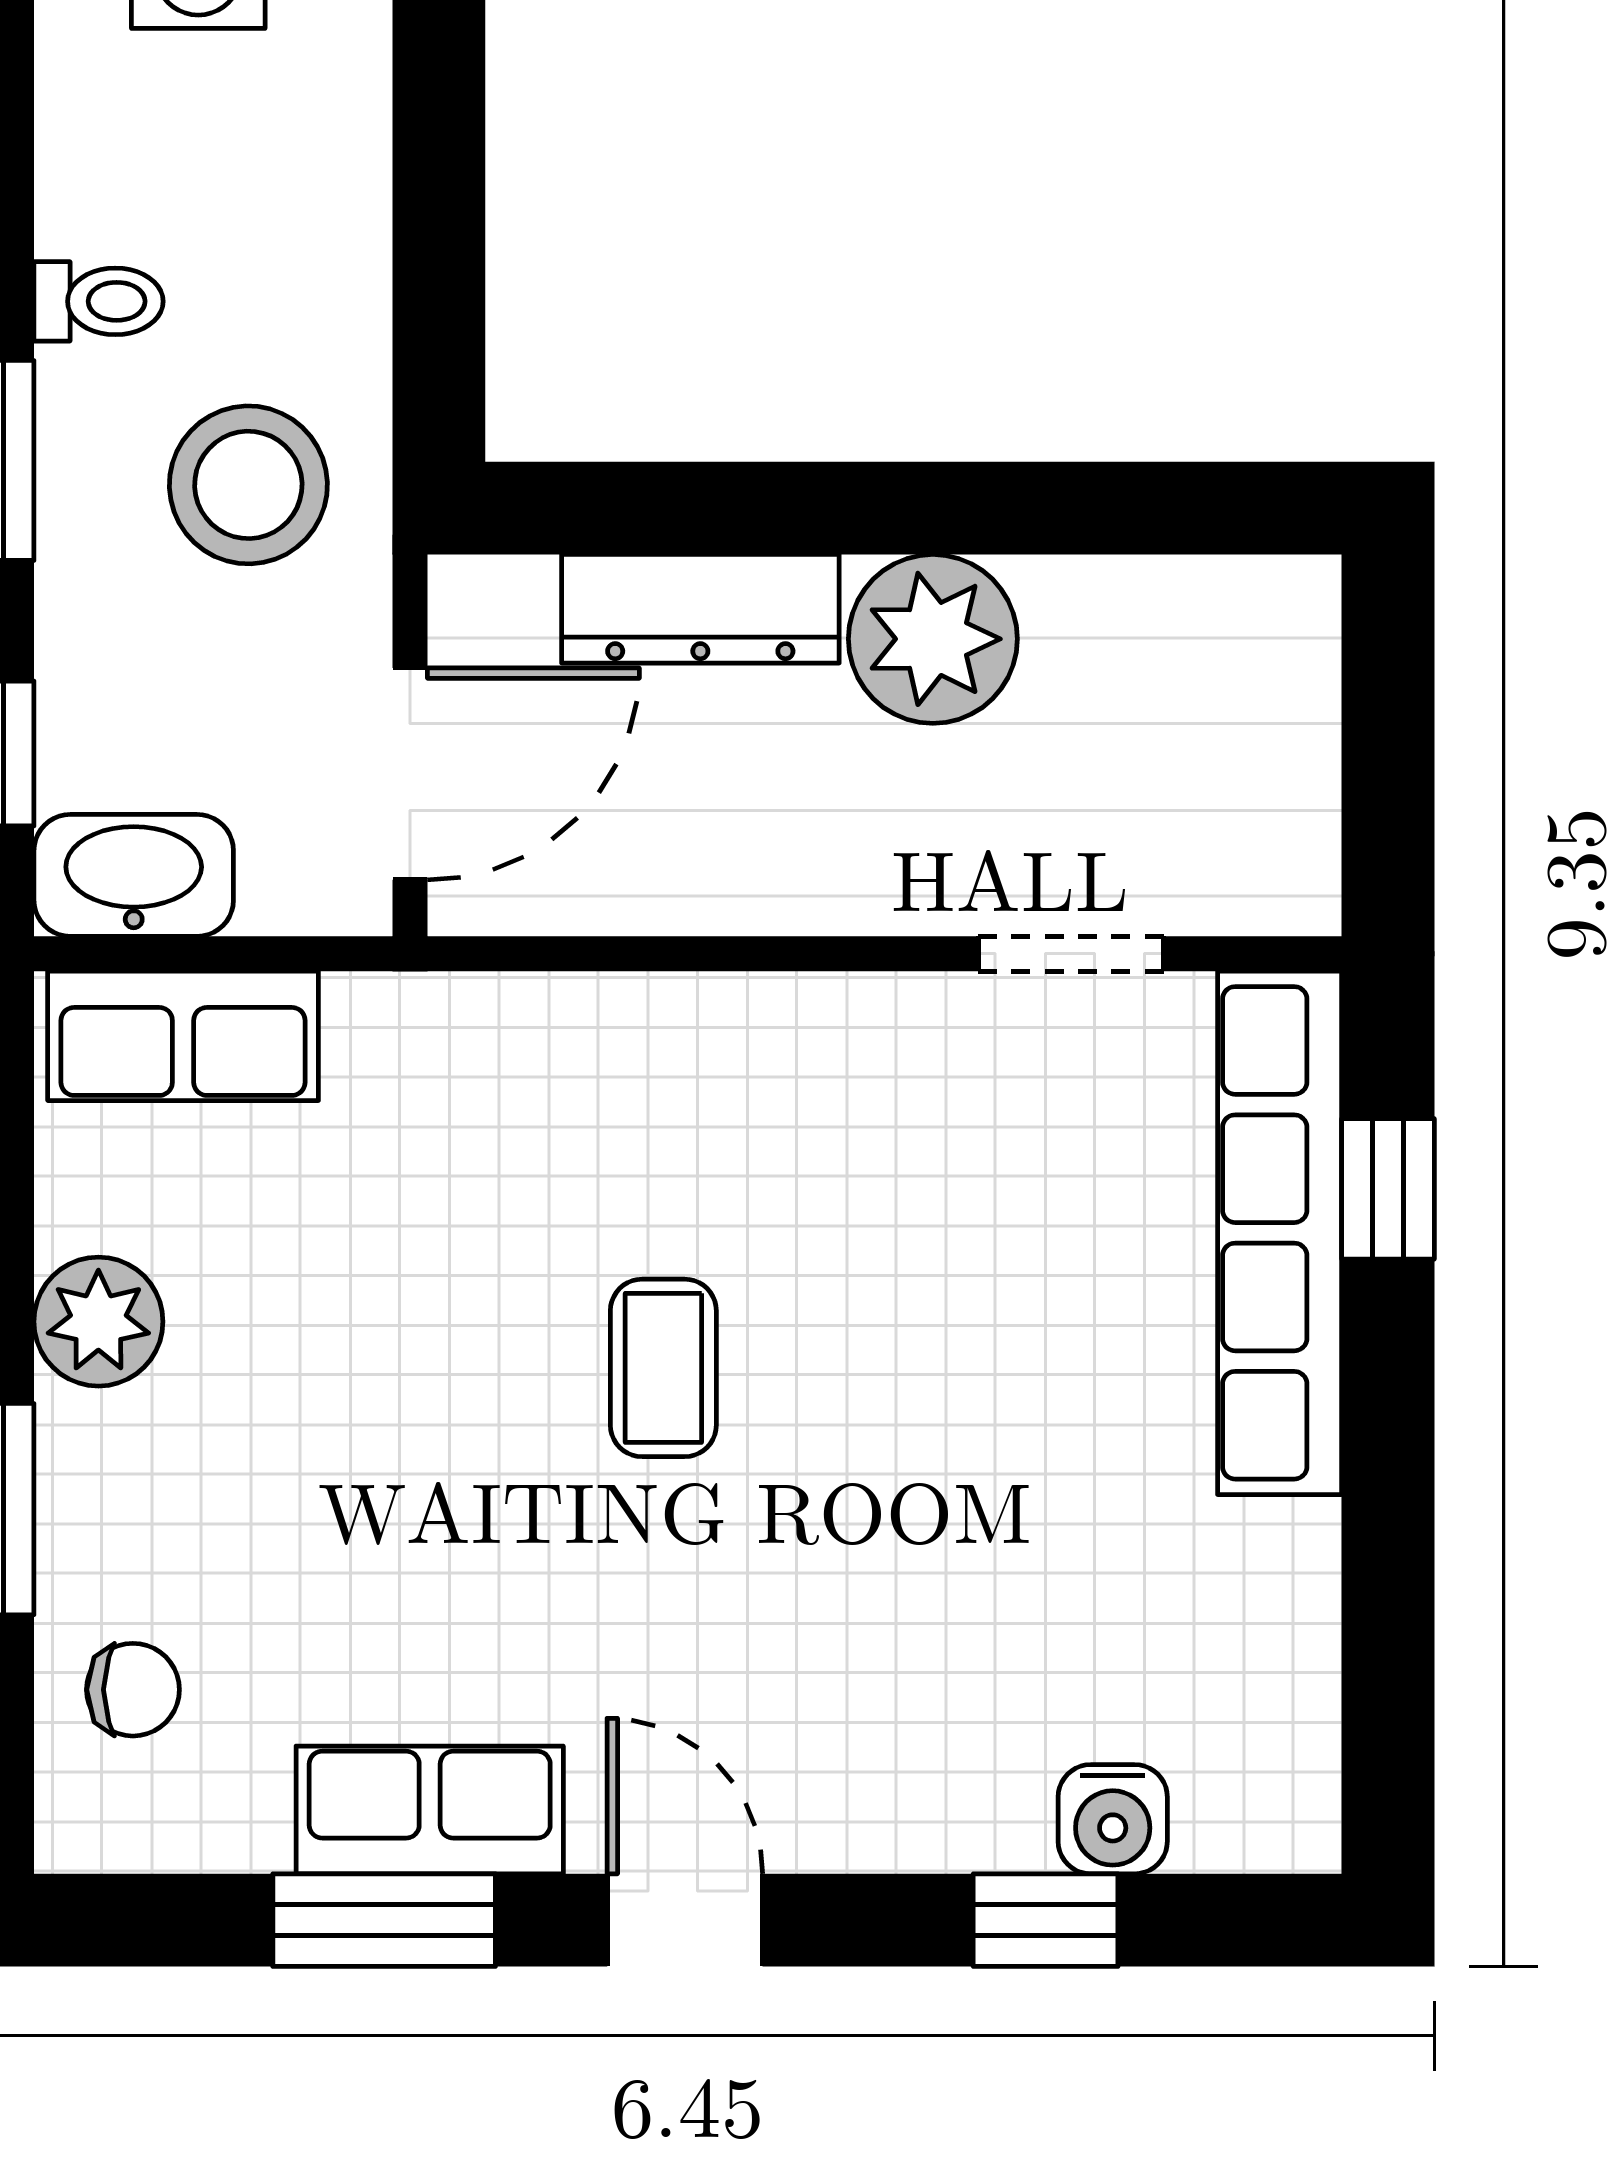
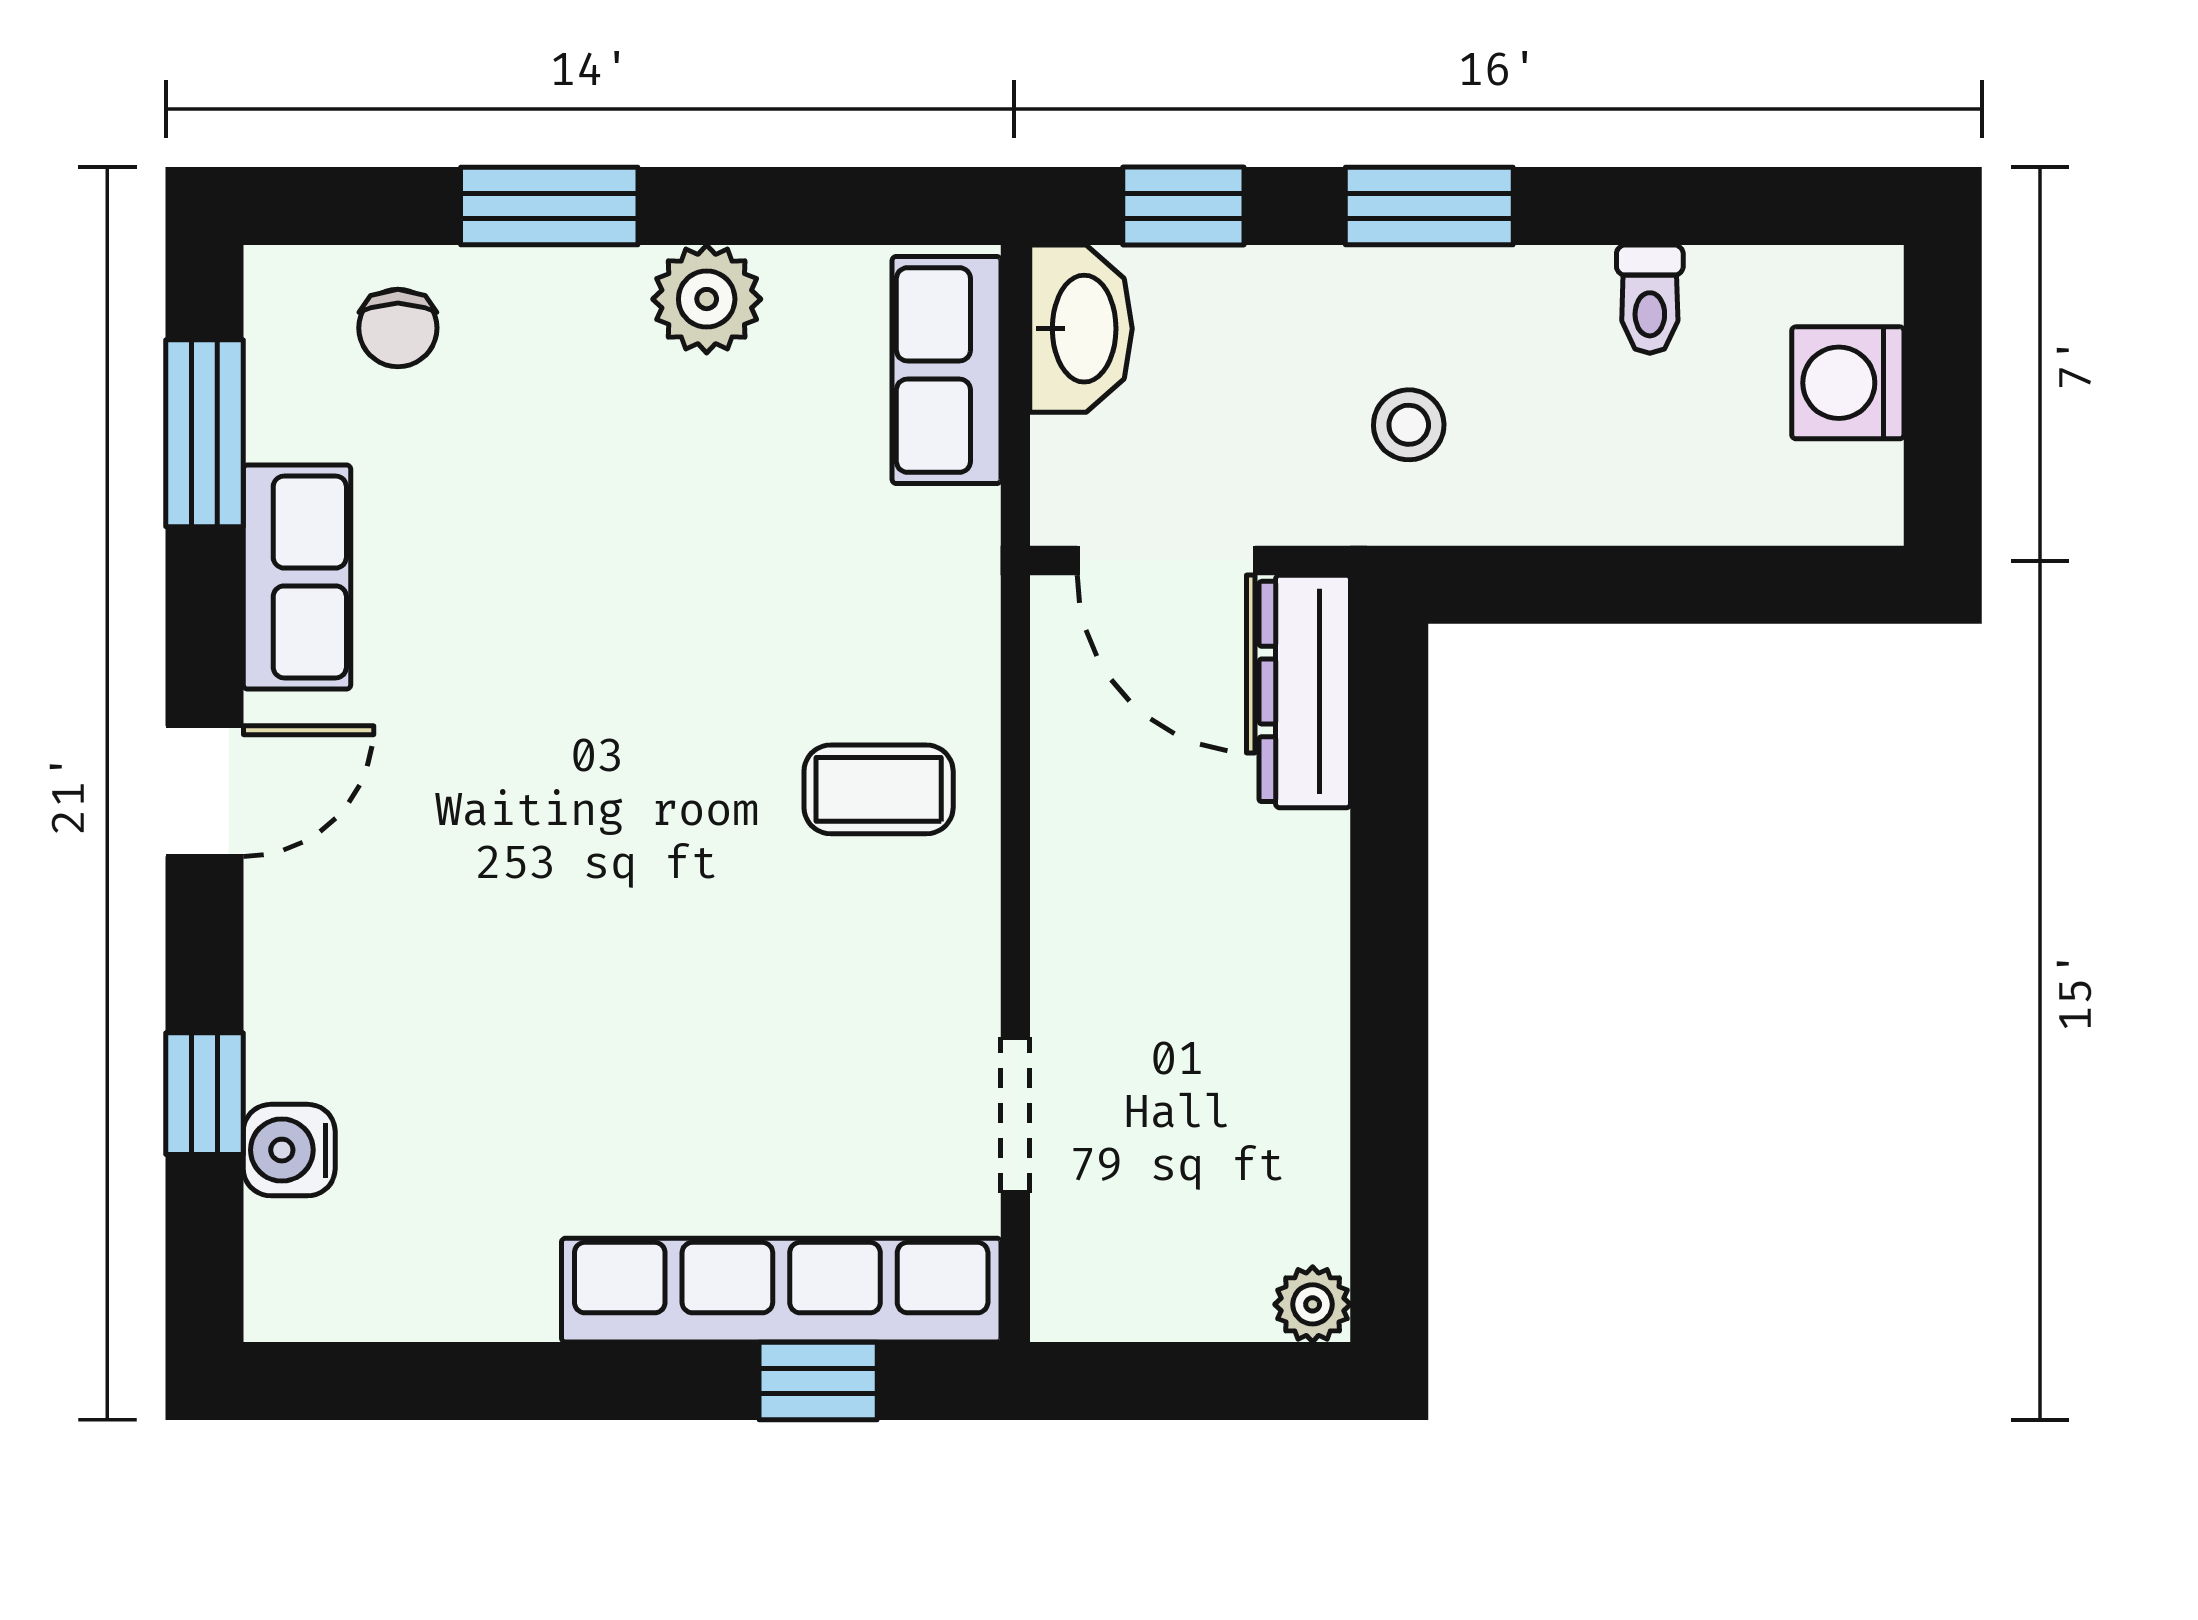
toilet: (99, 301) -> (1650, 299), moved
stool: (248, 485) -> (1409, 425), width x0.53, depth x0.53
dresser: (700, 609) -> (1305, 691), moved
plant: (933, 639) -> (1313, 1304), moved, width x0.53, depth x0.53
coffee table: (663, 1368) -> (879, 789), moved
window: (384, 1920) -> (204, 433), moved

